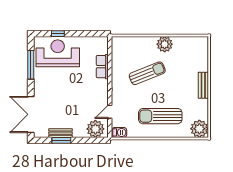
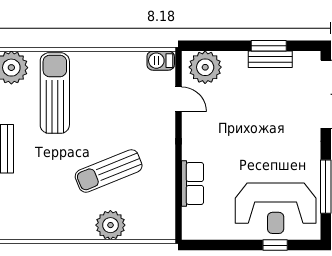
plant: (165, 44) -> (110, 225), moved
door: (110, 112) -> (178, 99), hinge flipped
sun lounger: (160, 116) -> (55, 93), moved, turned -90

